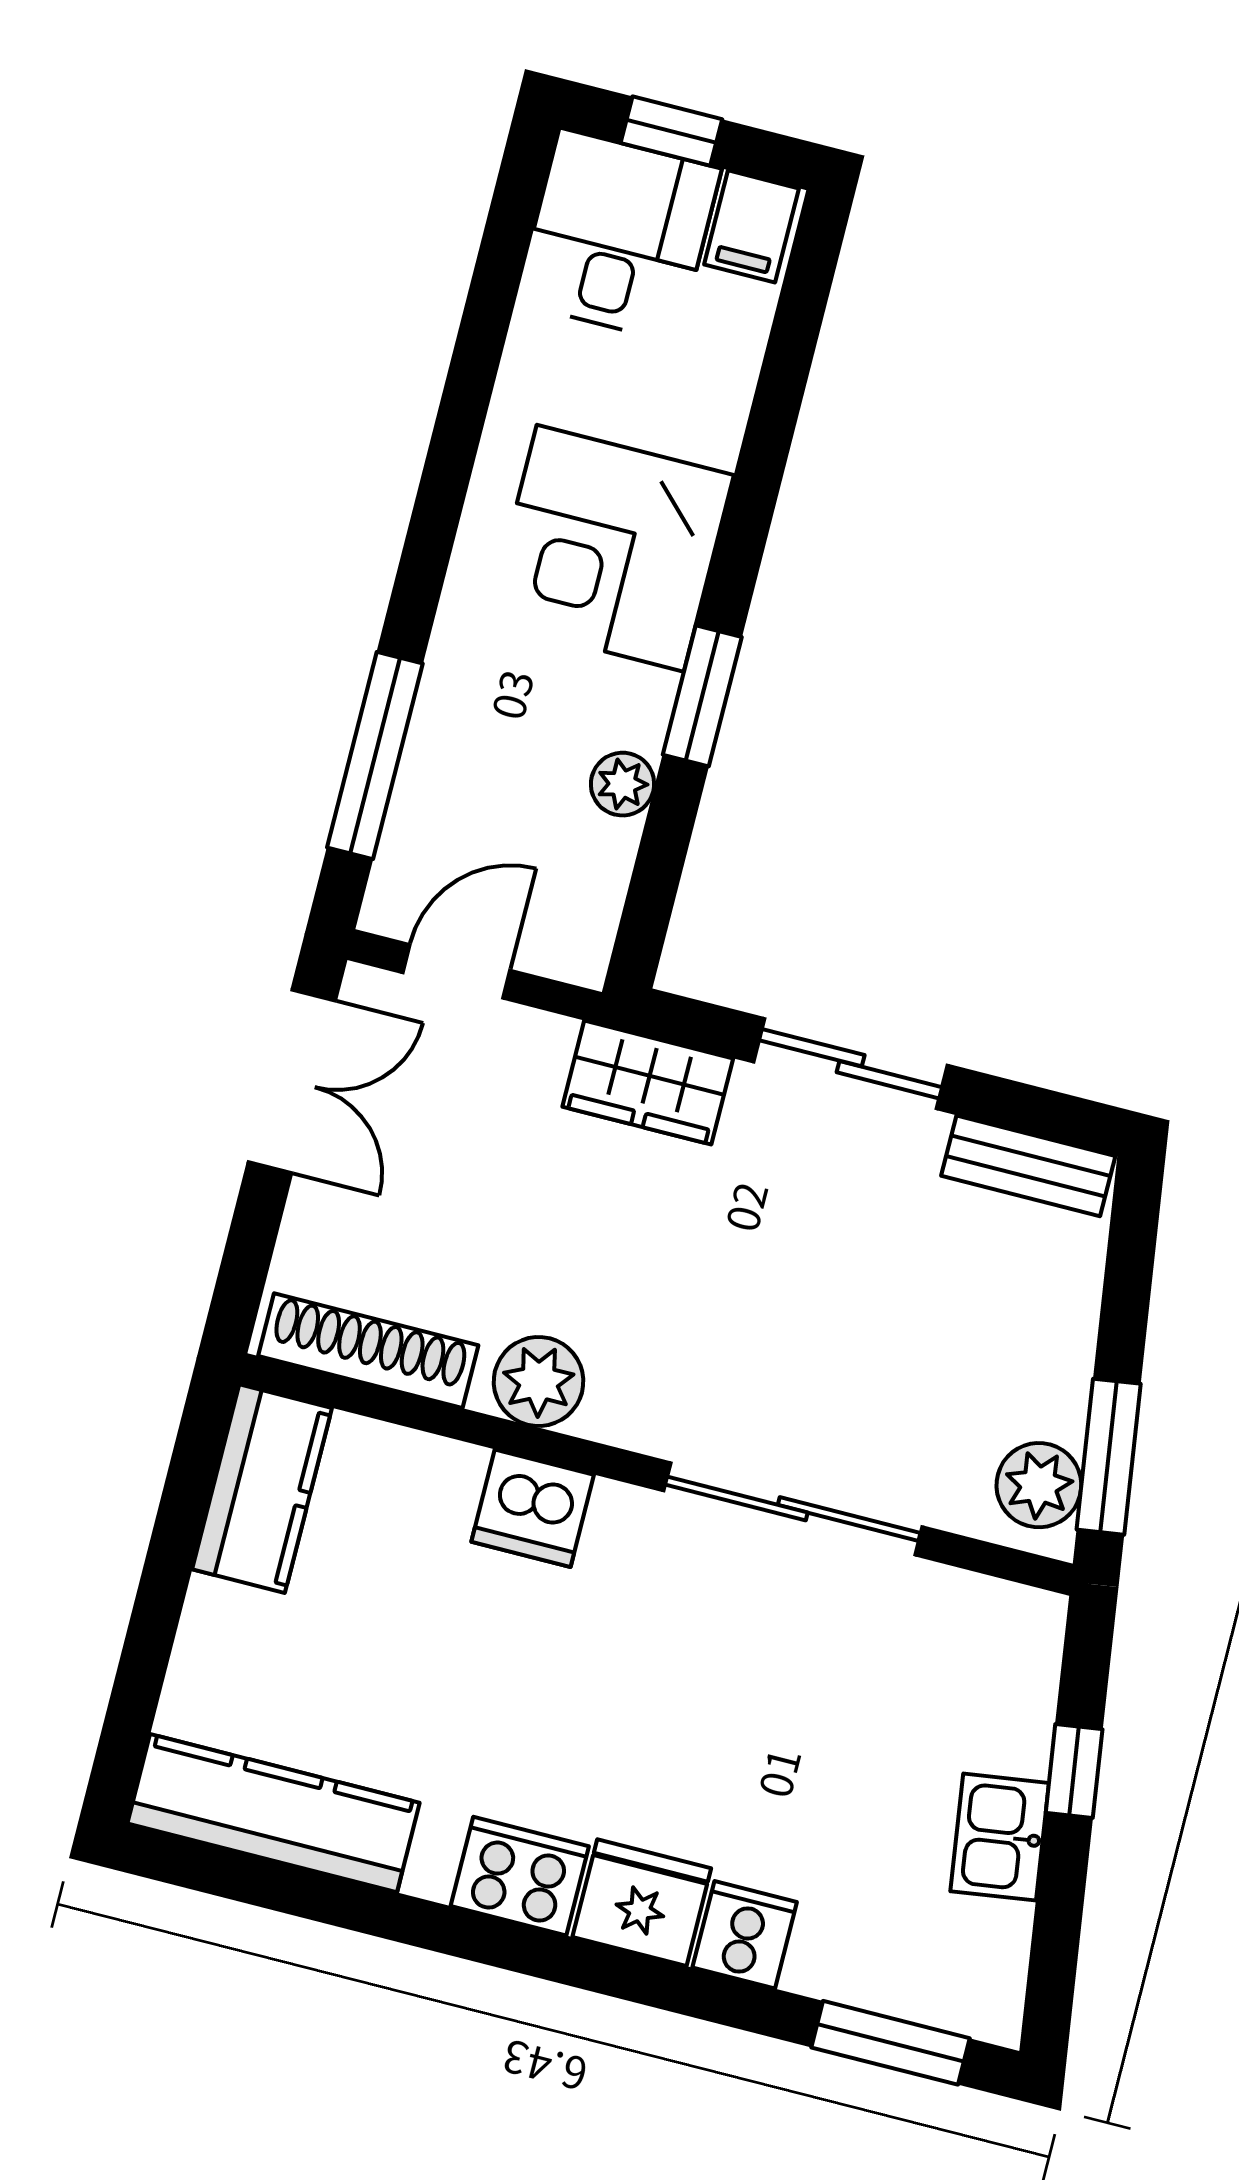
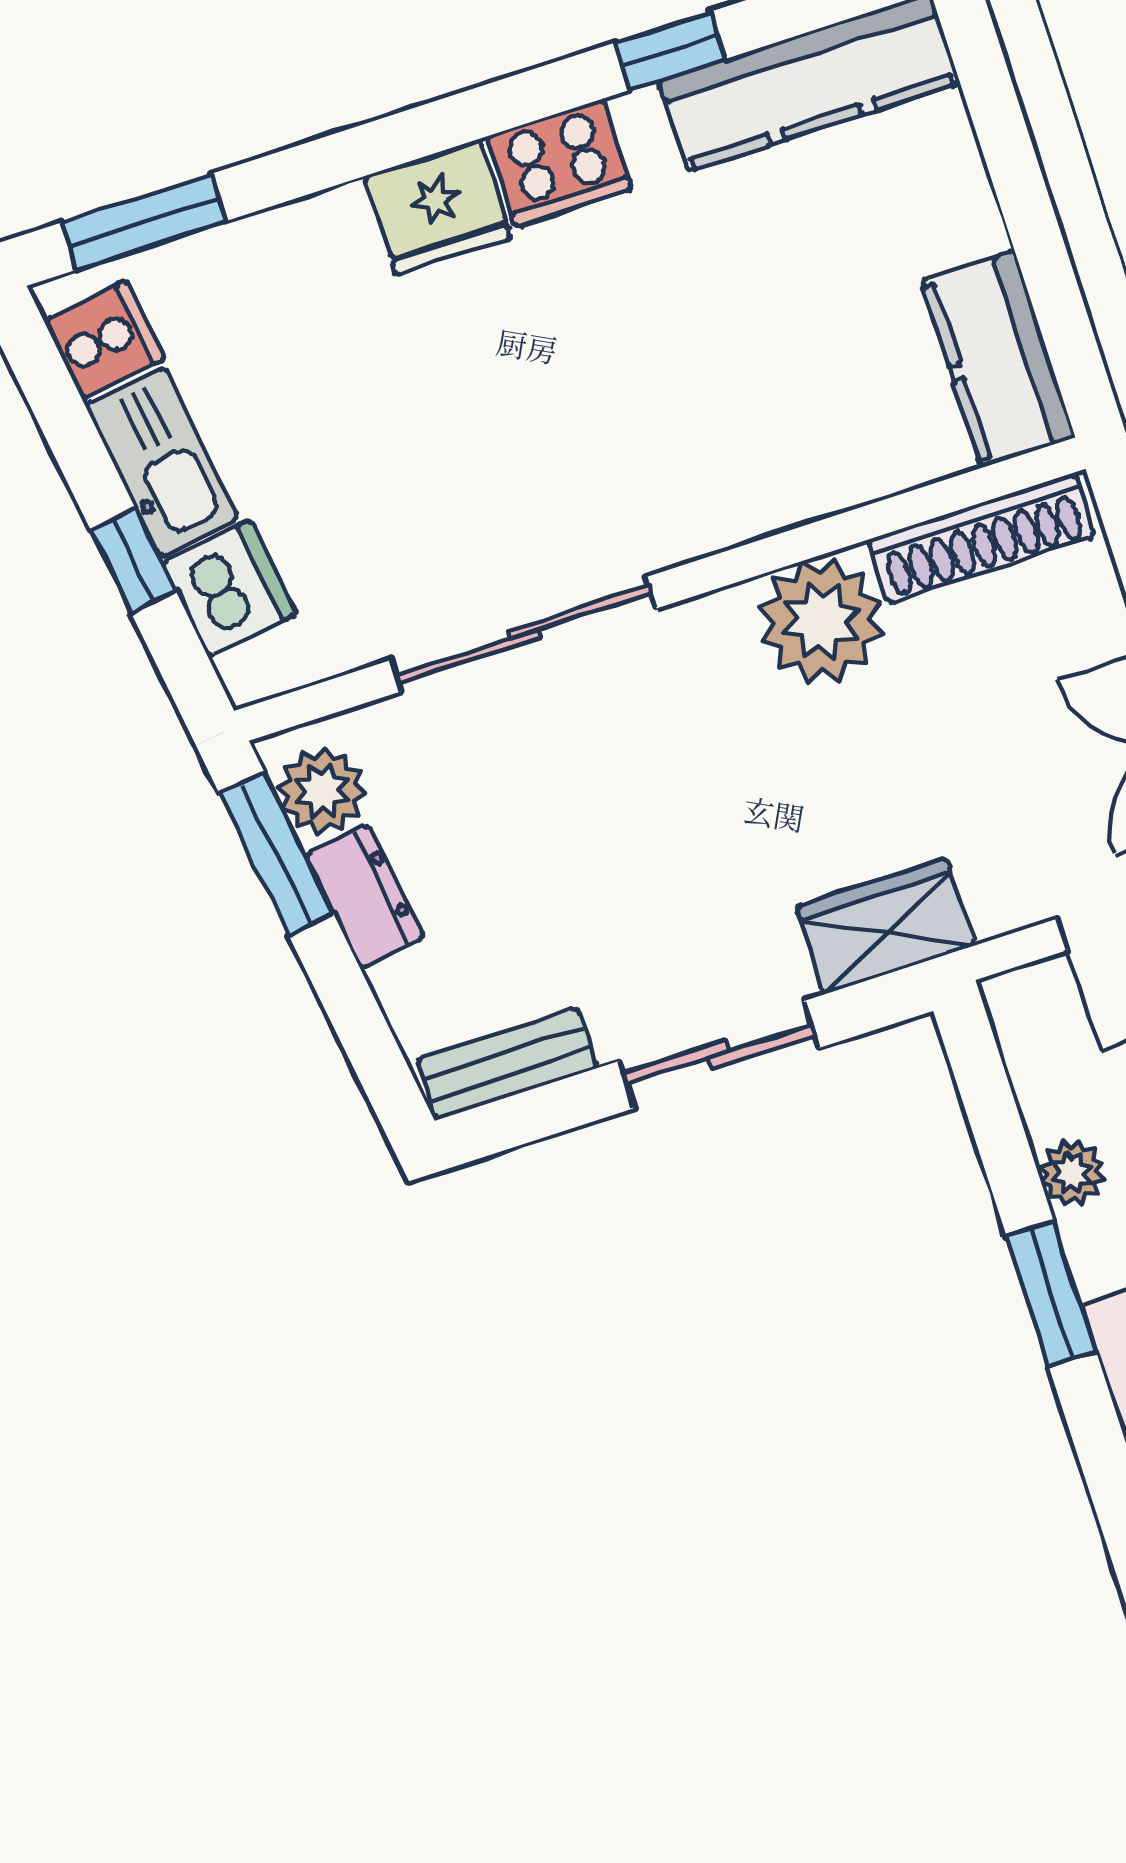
dresser: (1059, 1377) -> (364, 896), added
plant: (539, 1381) -> (821, 621), width x1.36, depth x1.36
dishwasher: (533, 1508) -> (229, 589), moved, turned 82
kitchen sink: (1000, 1837) -> (162, 462), width x1.38
window: (371, 1910) -> (670, 51), added
cooker: (745, 1935) -> (104, 340), moved, turned -98

